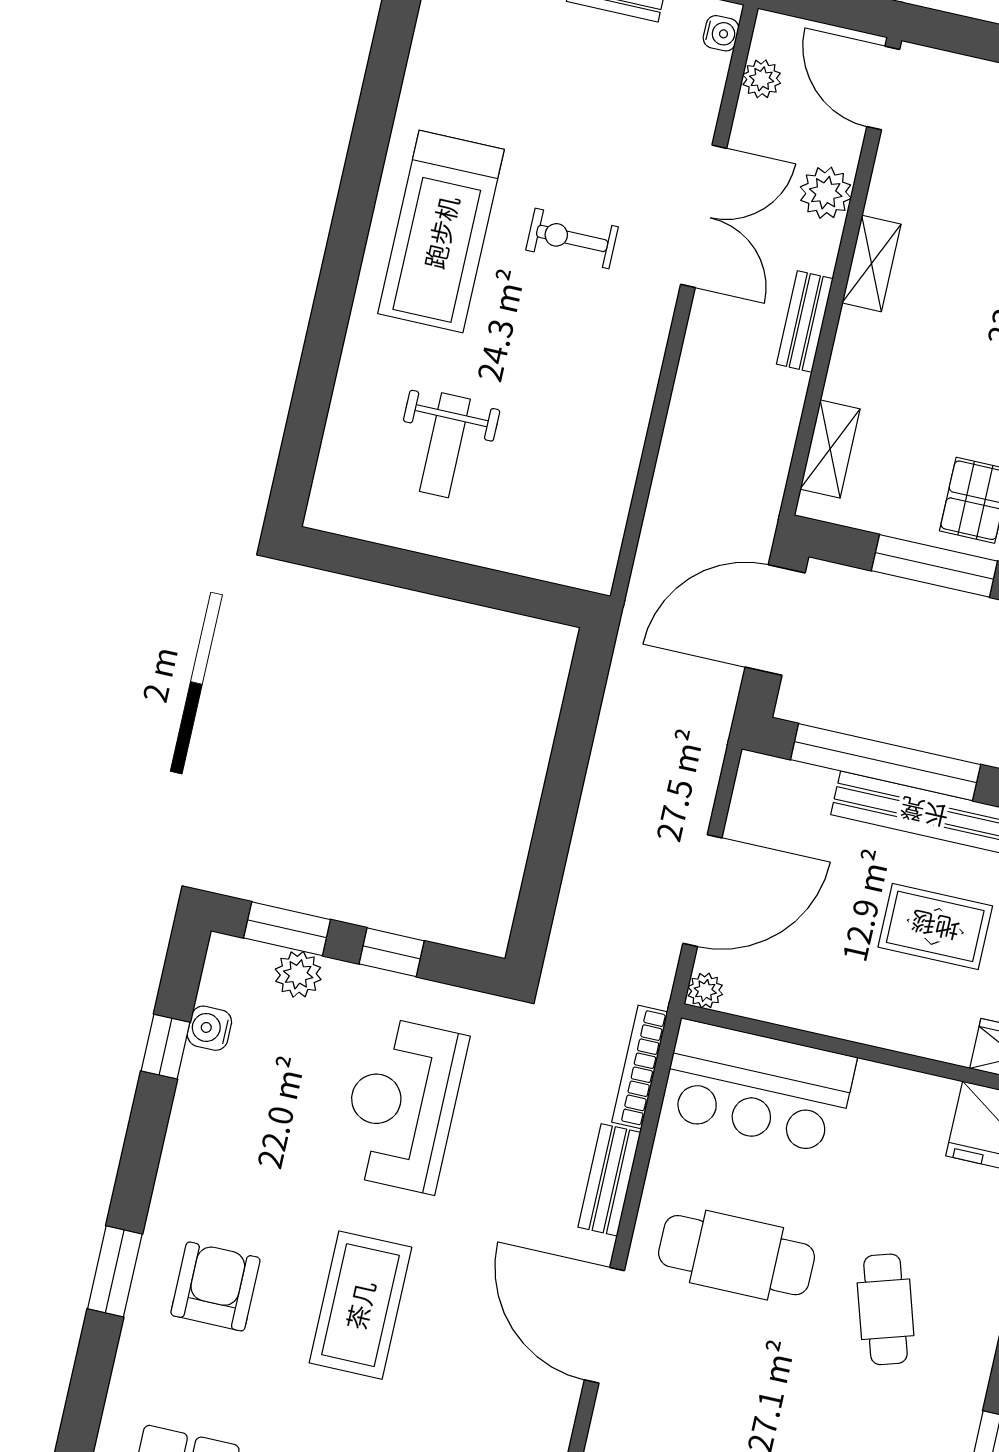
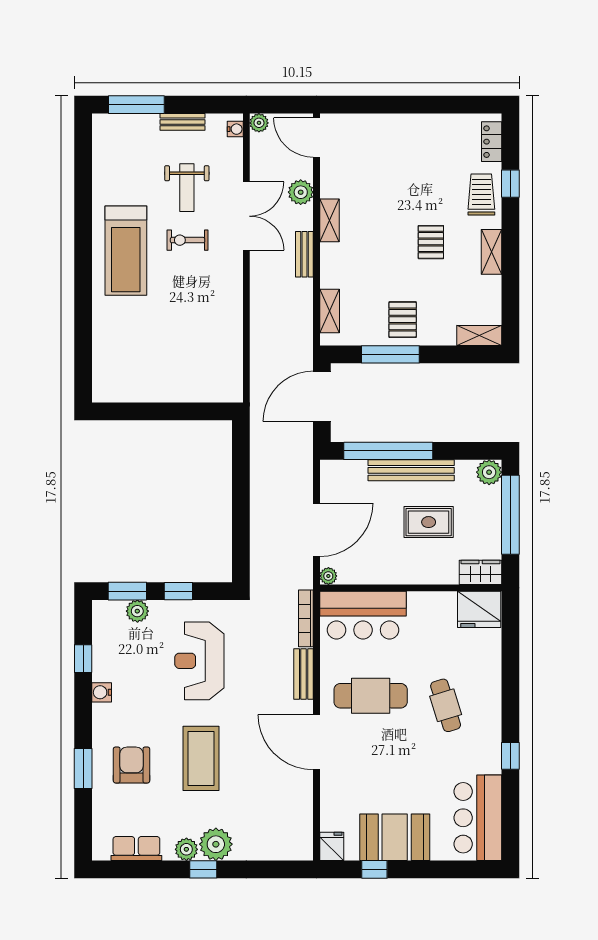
plant: (762, 79) -> (259, 123), moved
weight bench: (445, 445) -> (187, 188), moved
water cooler: (209, 1028) -> (102, 692), moved

